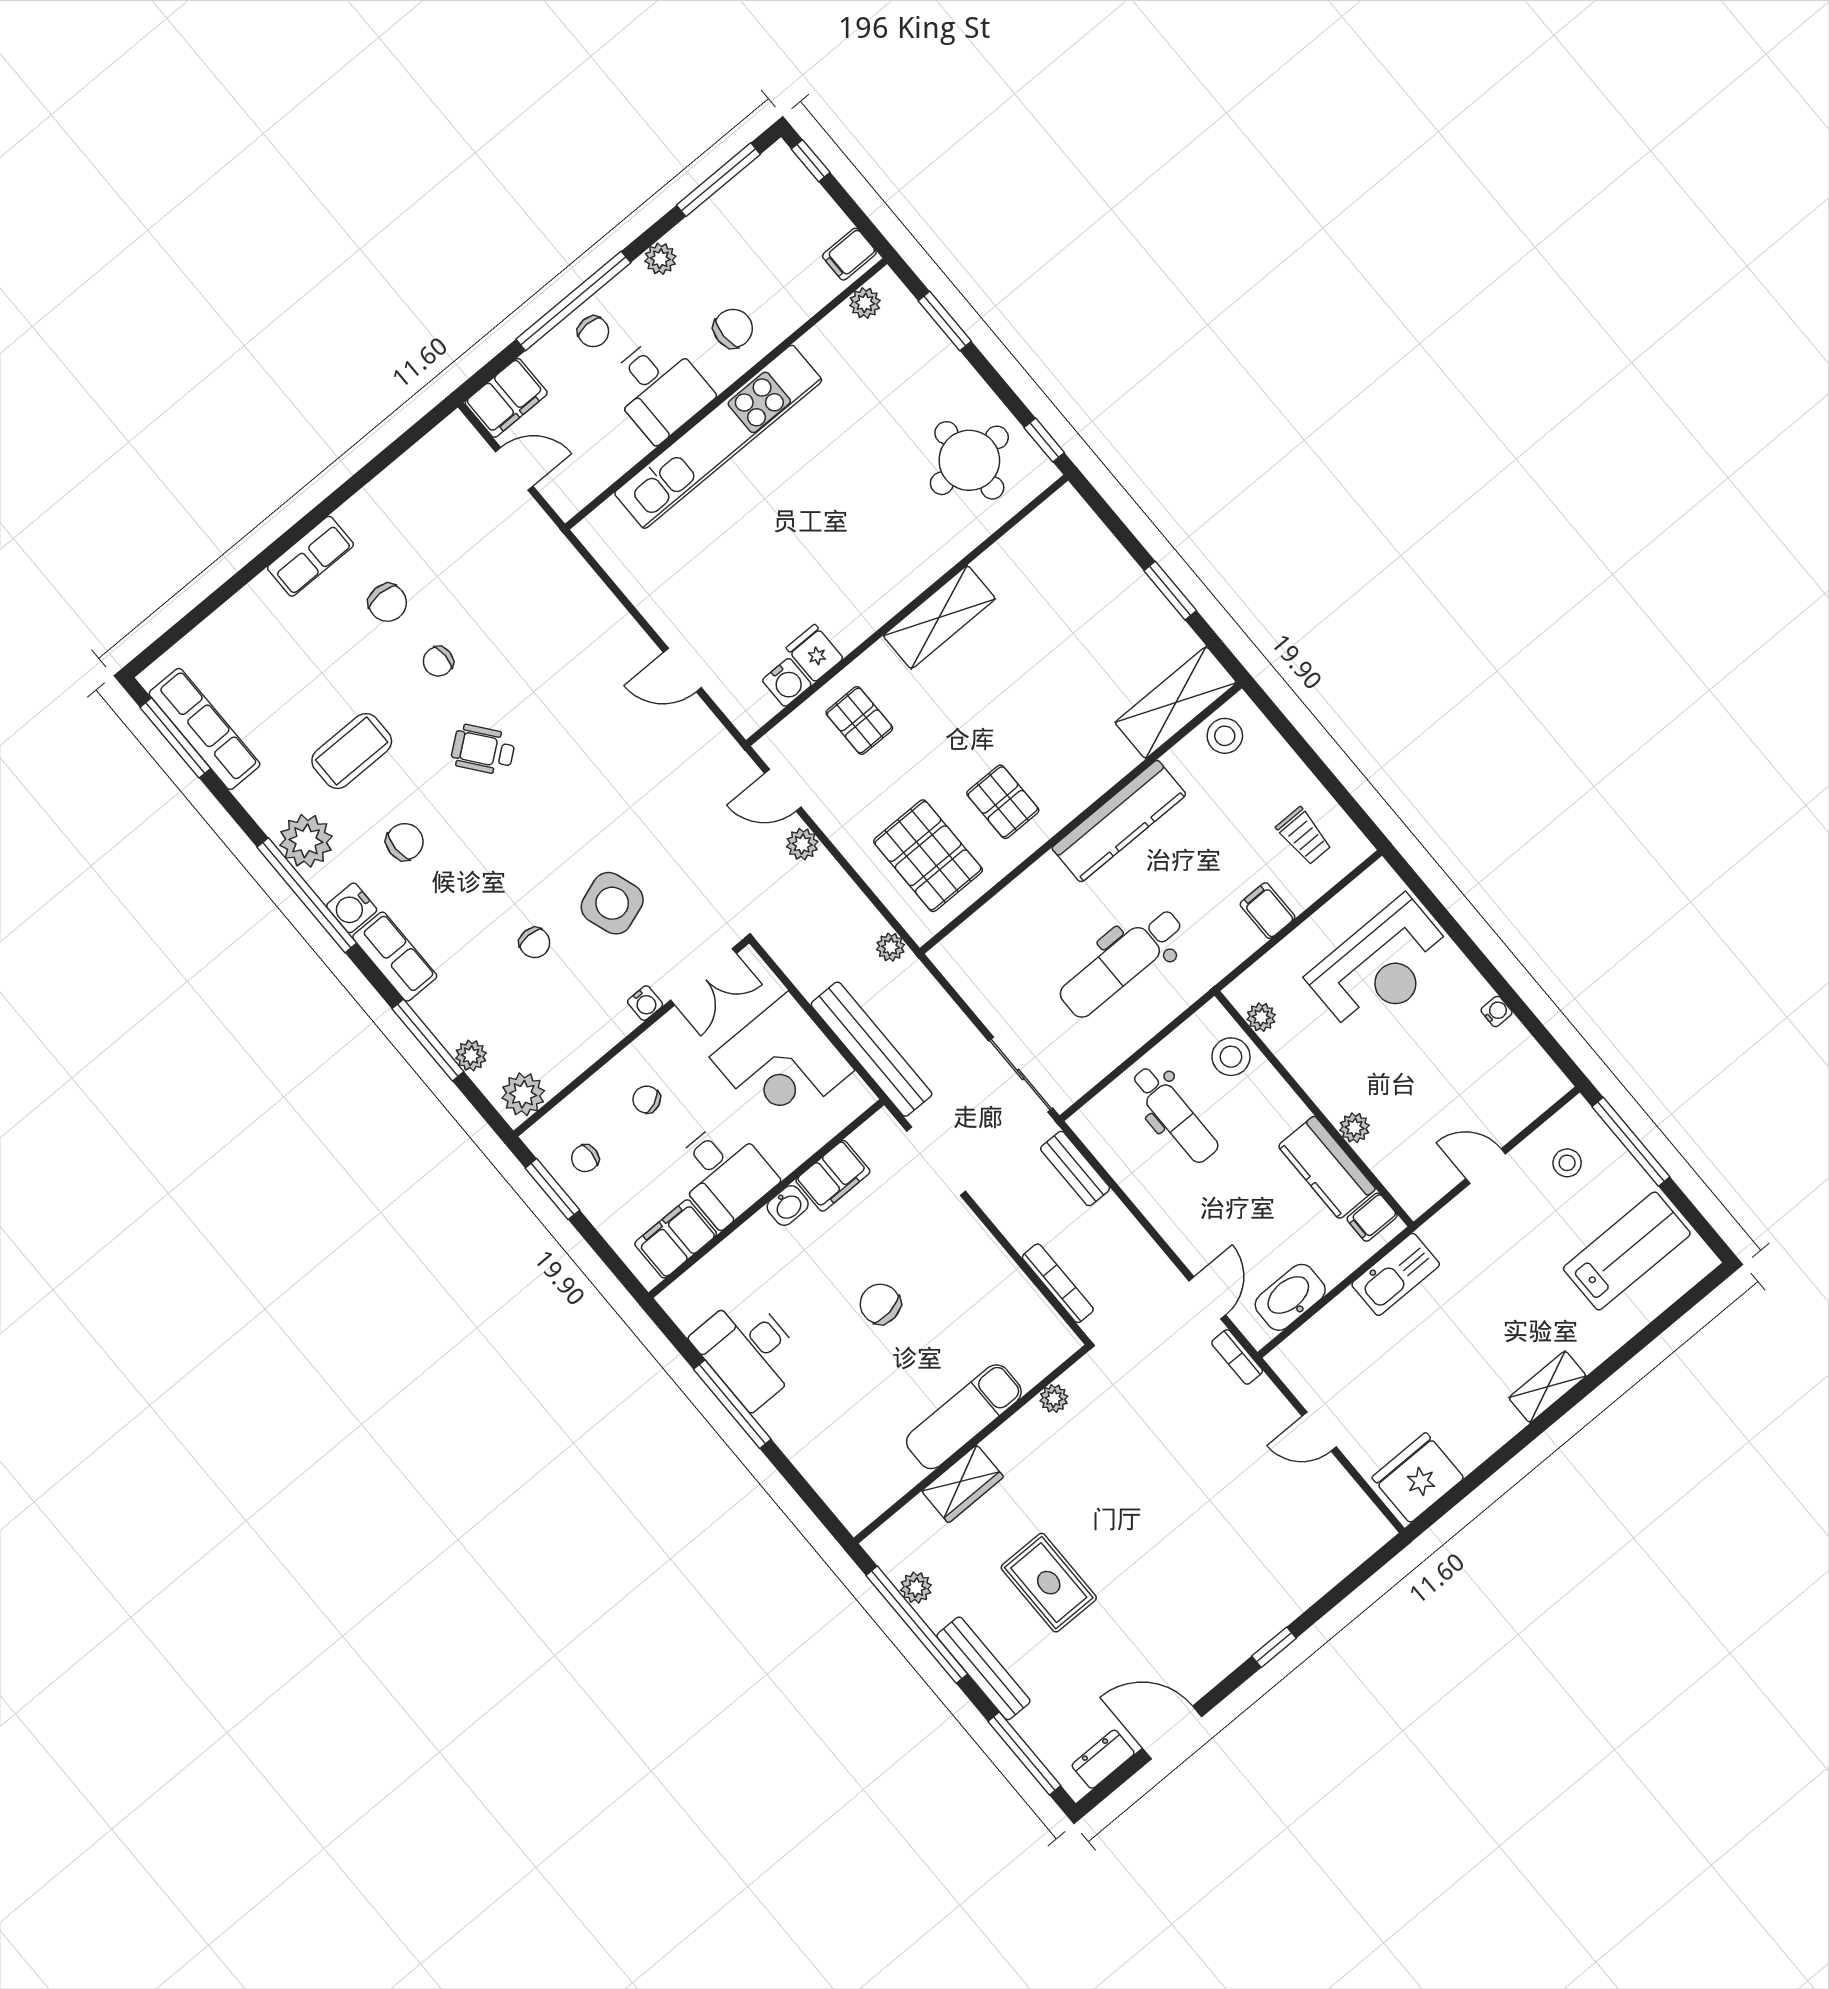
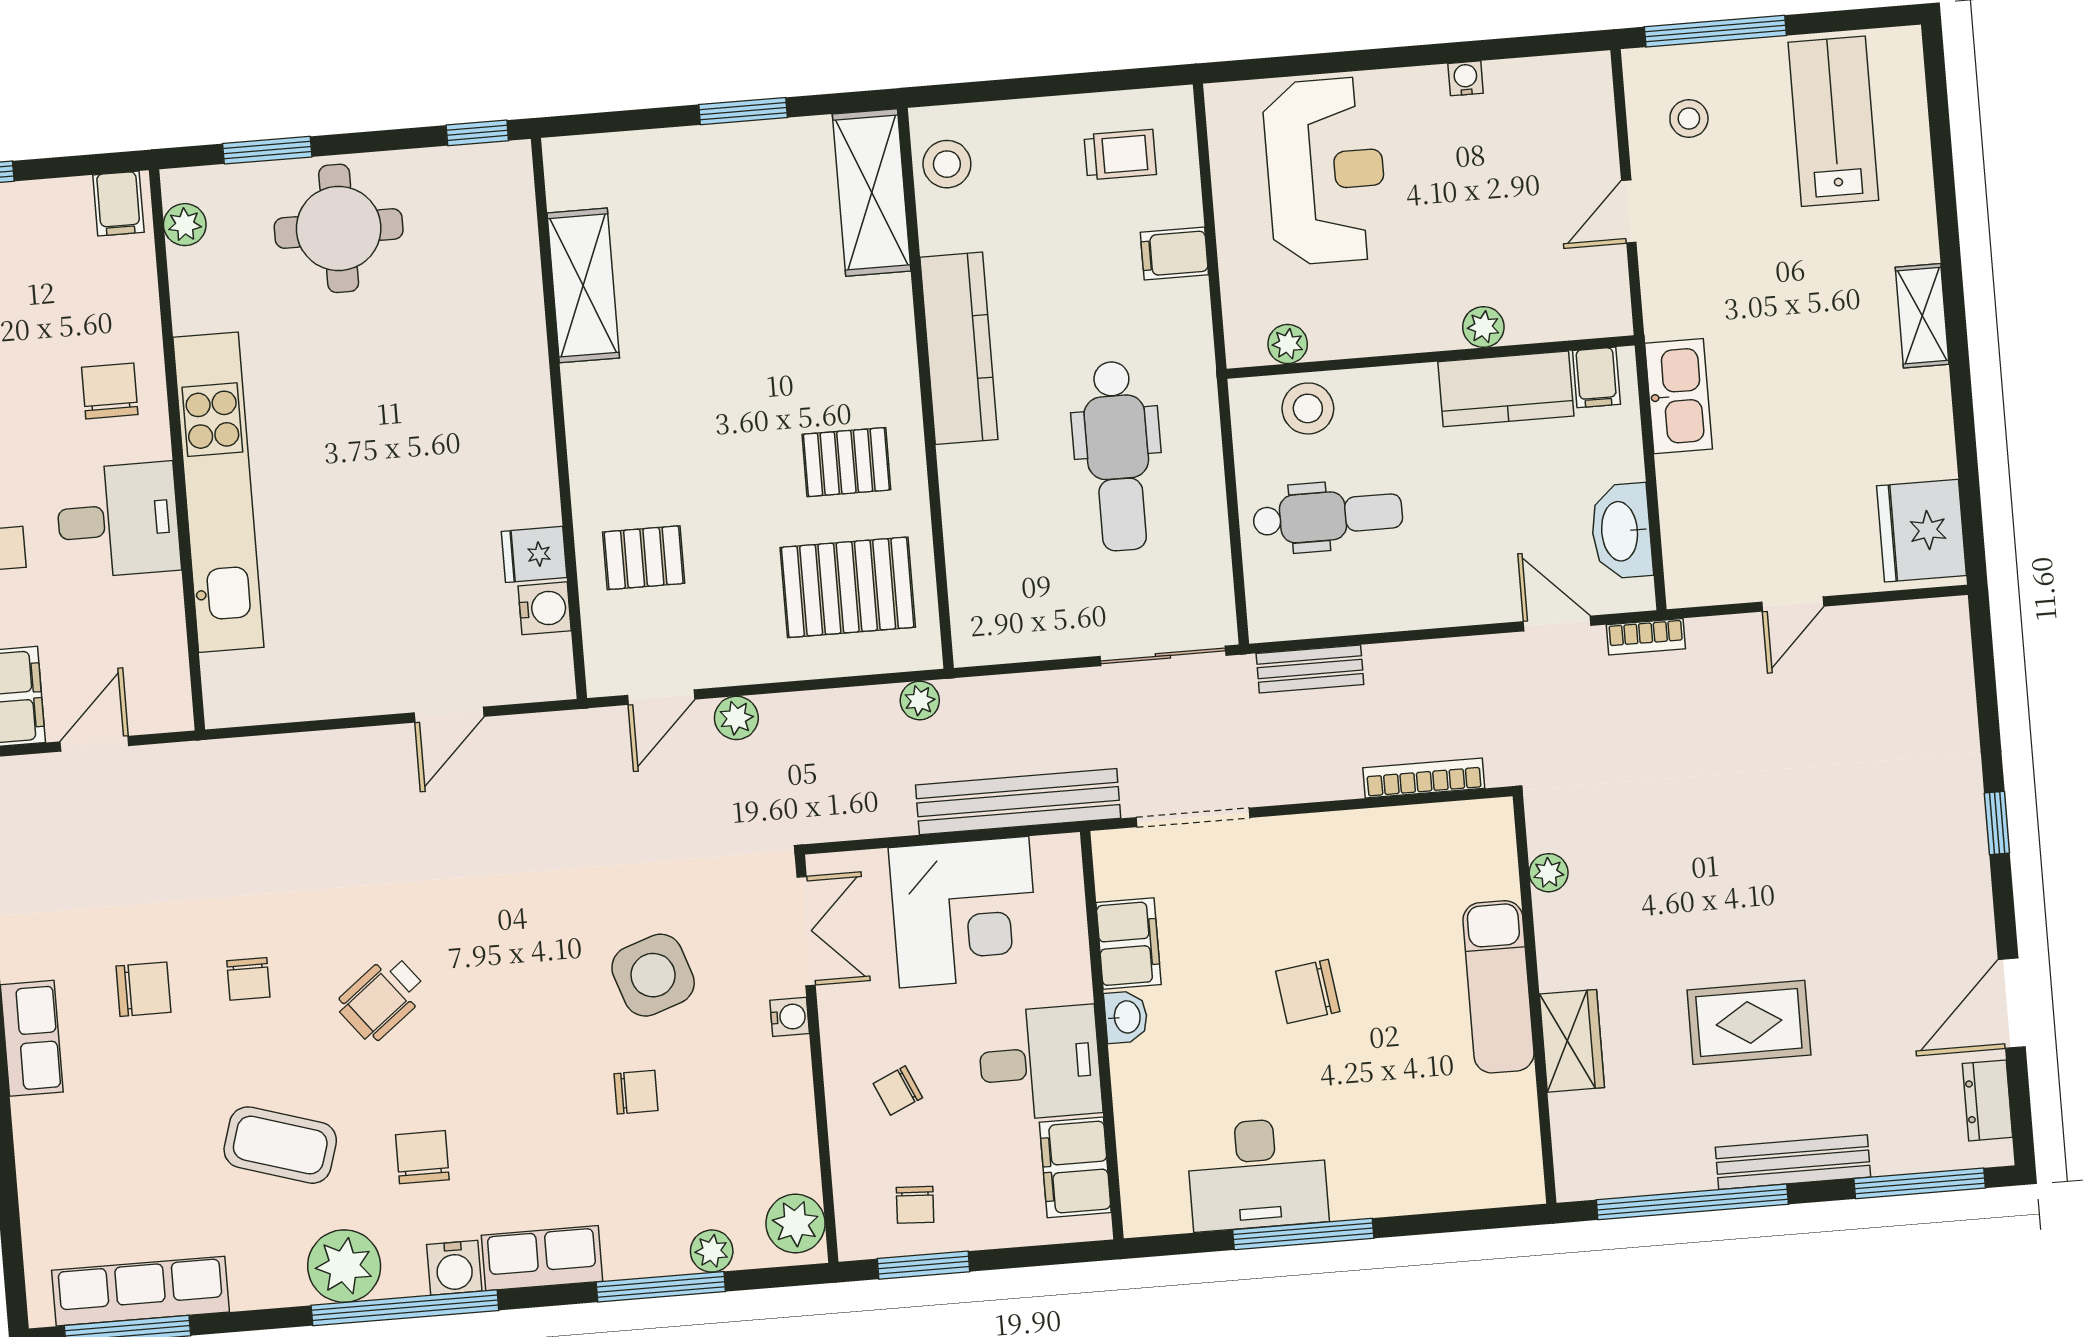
round table: (969, 460) -> (339, 228), moved
shelving: (939, 617) -> (583, 285), moved
coffee table: (352, 751) -> (280, 1145), turned -73
plant: (916, 1588) -> (1650, 1174), removed

